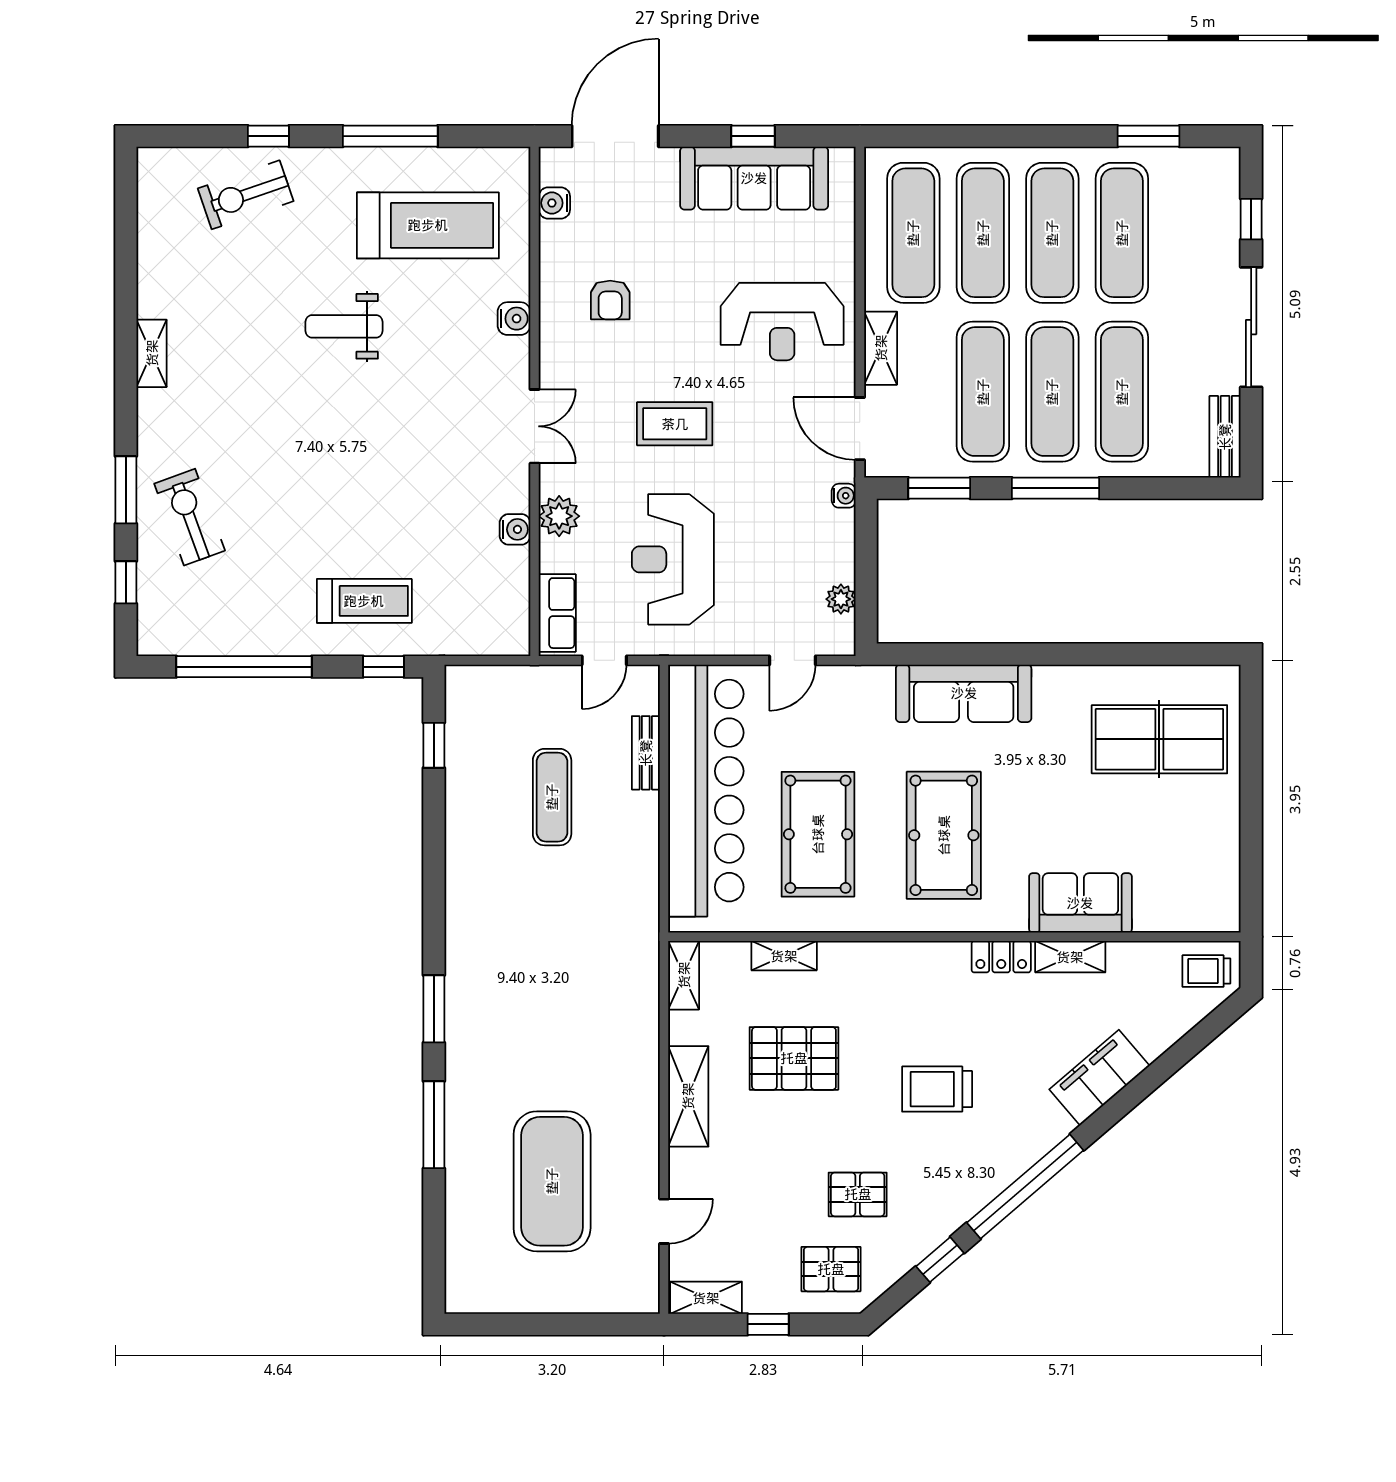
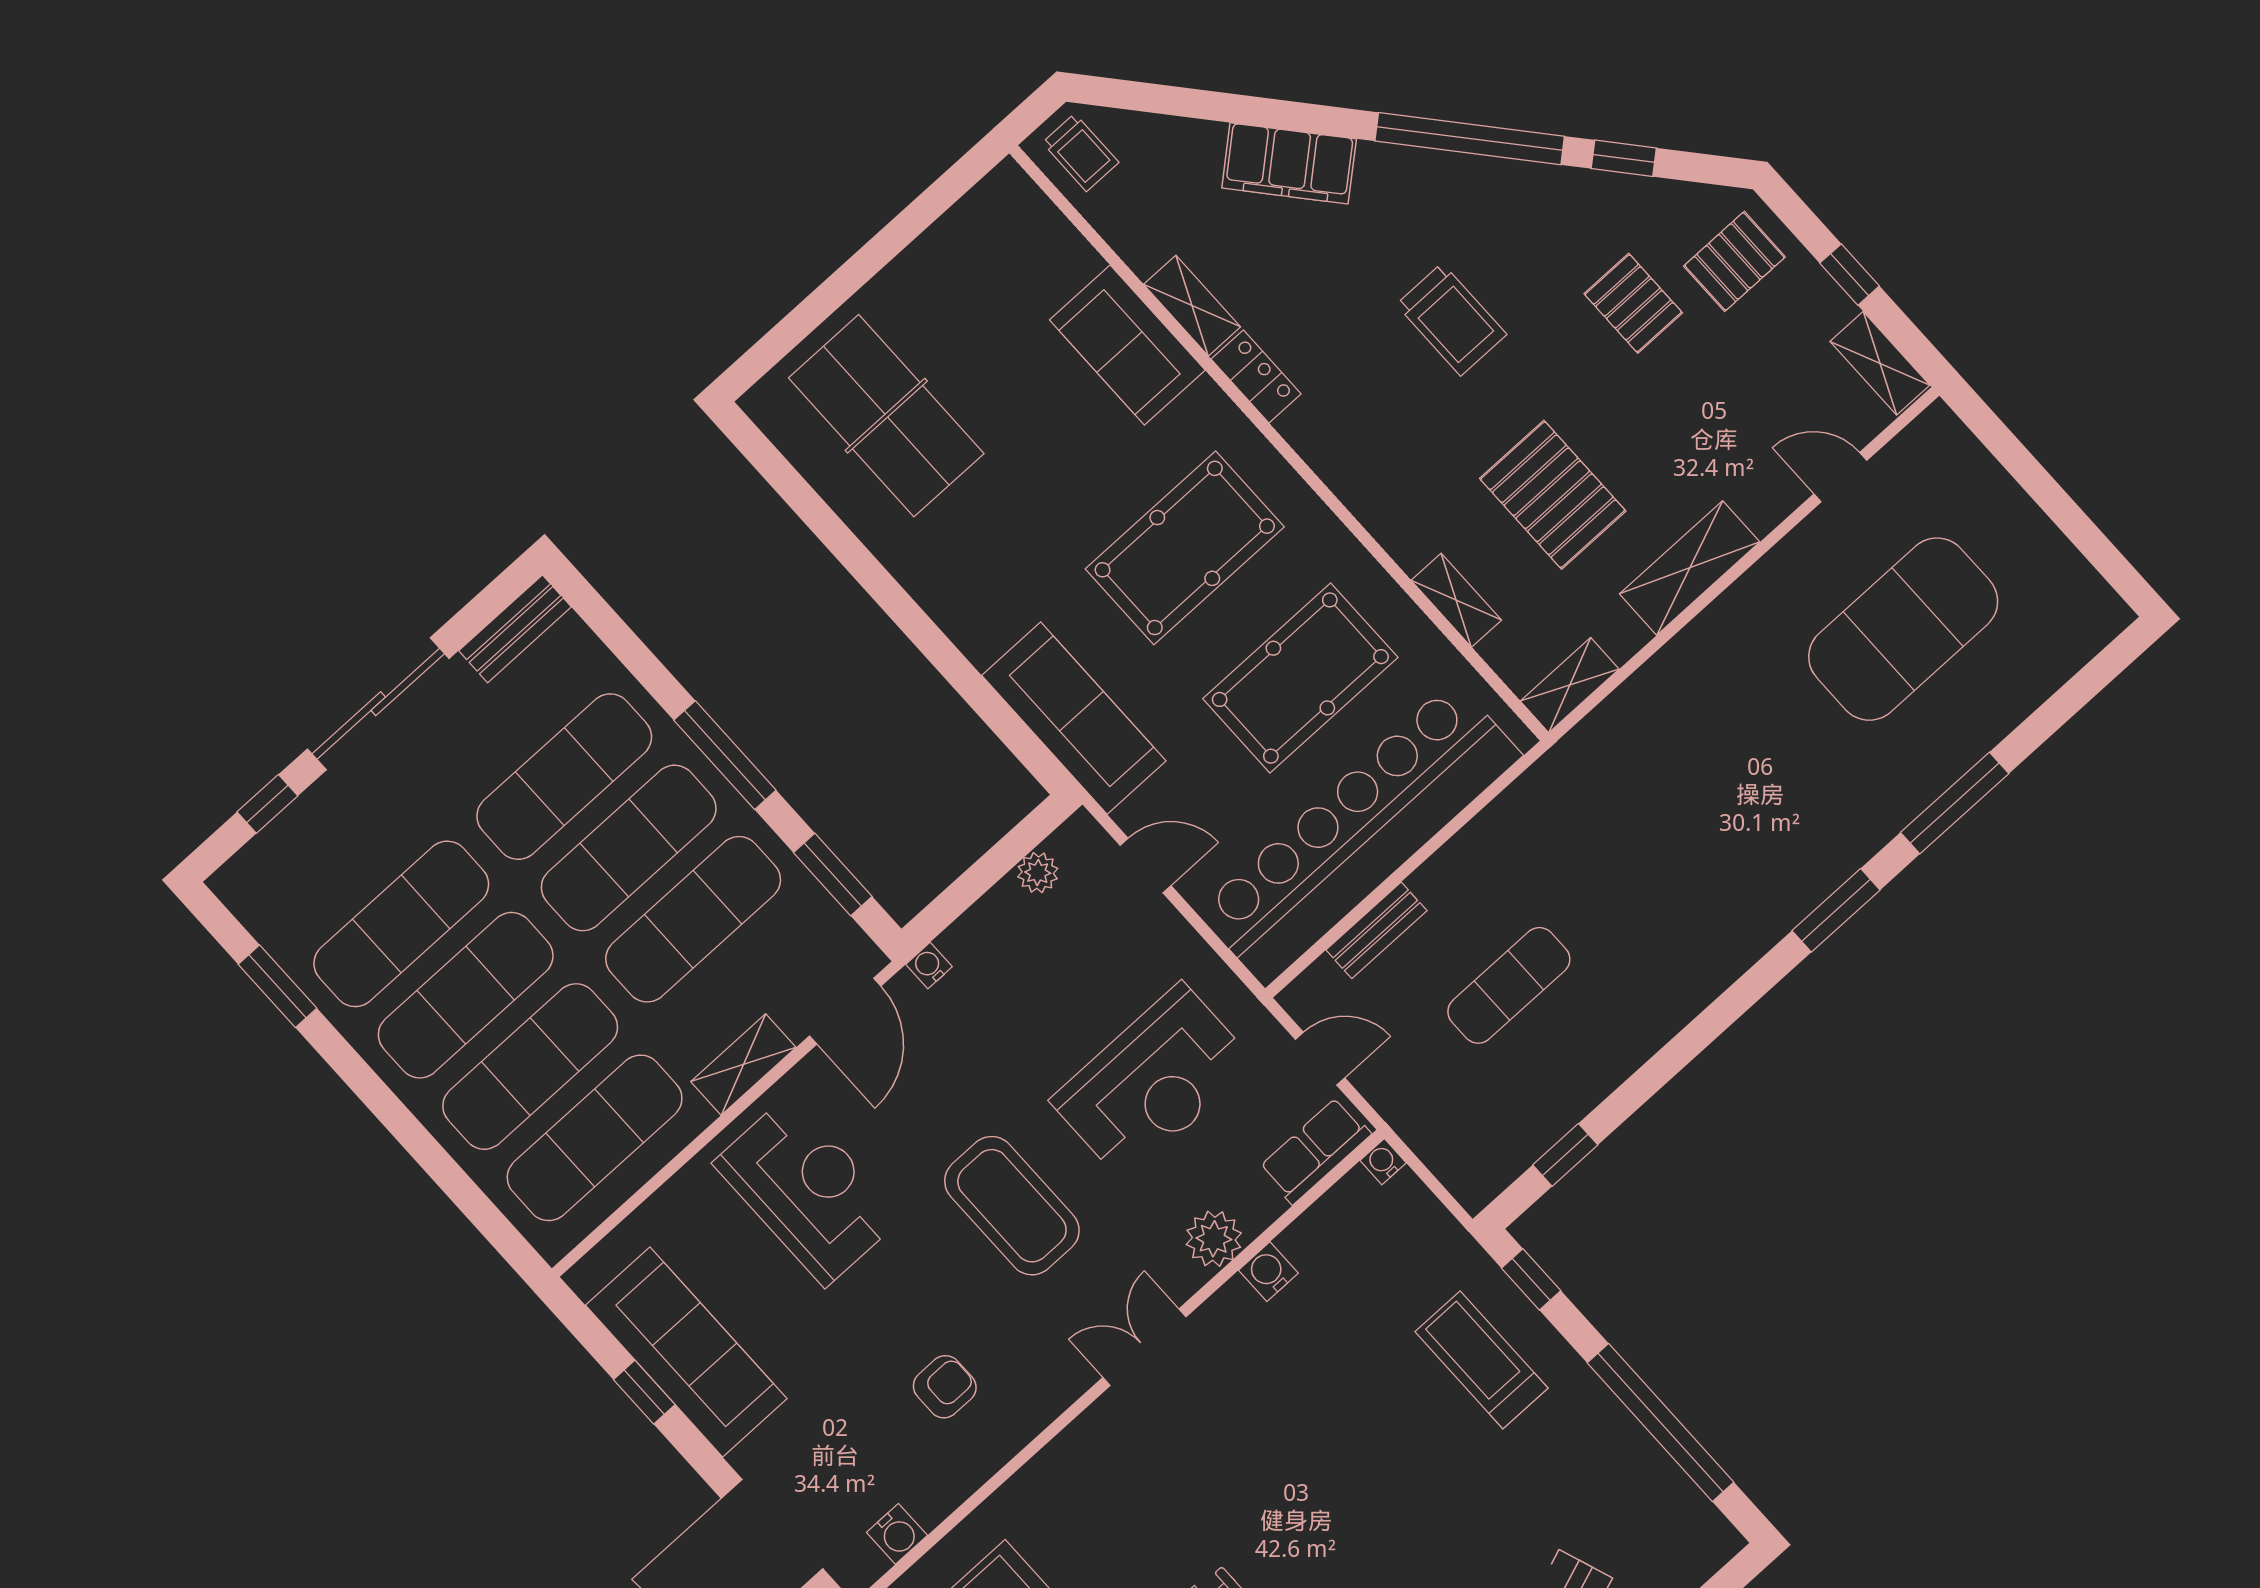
water cooler: (514, 319) -> (1383, 1162), moved, width x0.72, depth x0.72
coffee table: (675, 424) -> (1012, 1206), width x1.36, depth x1.32
sofa: (964, 693) -> (1074, 718), moved
pallet: (831, 1269) -> (1734, 261), turned 90

